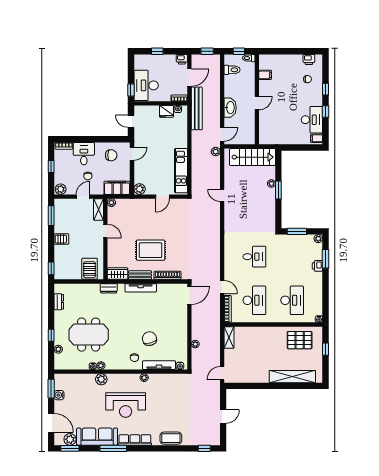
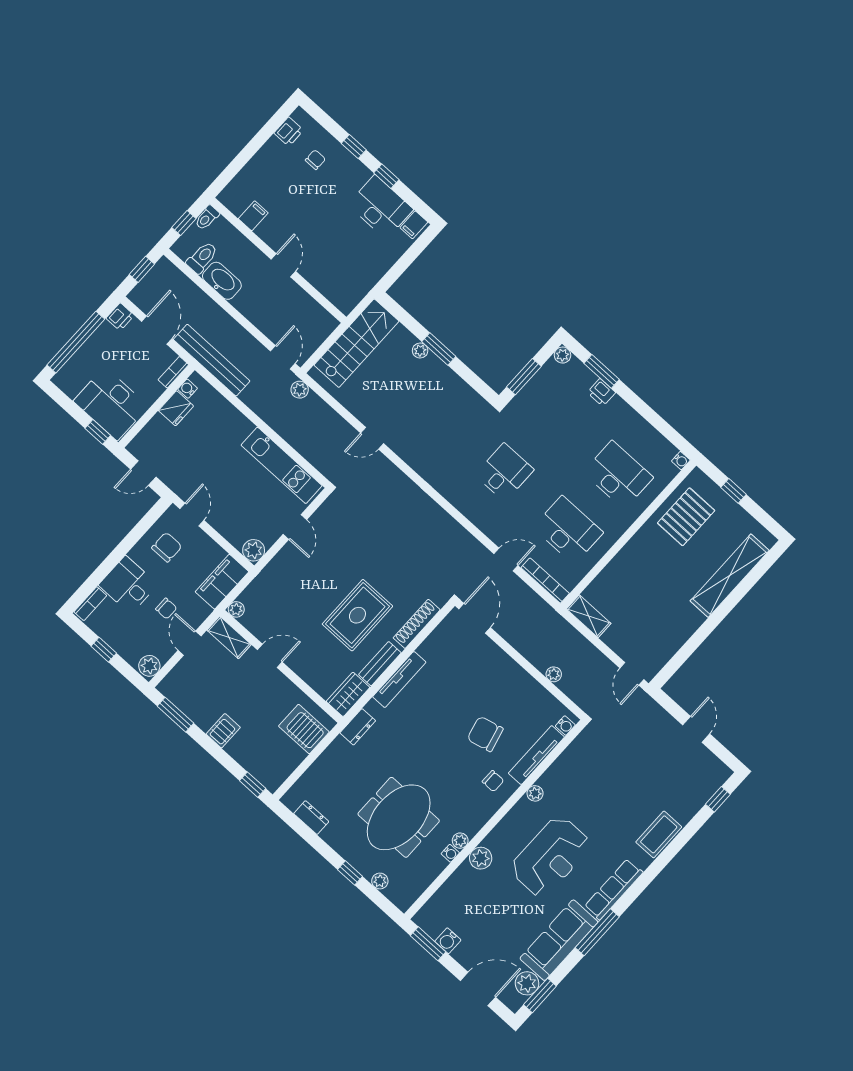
window: (157, 51) -> (76, 342), width x3.17
washbasin: (230, 108) -> (222, 281), moved

